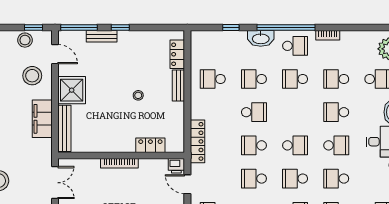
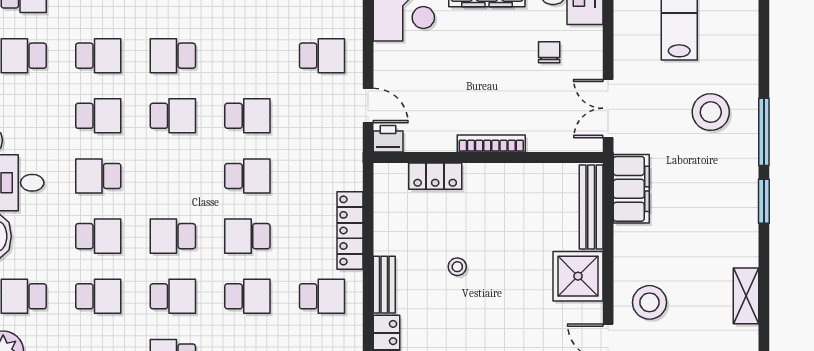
filing cabinet: (42, 119) -> (631, 189), moved
locker: (197, 141) -> (350, 230), moved
school desk: (295, 145) -> (173, 236), moved

